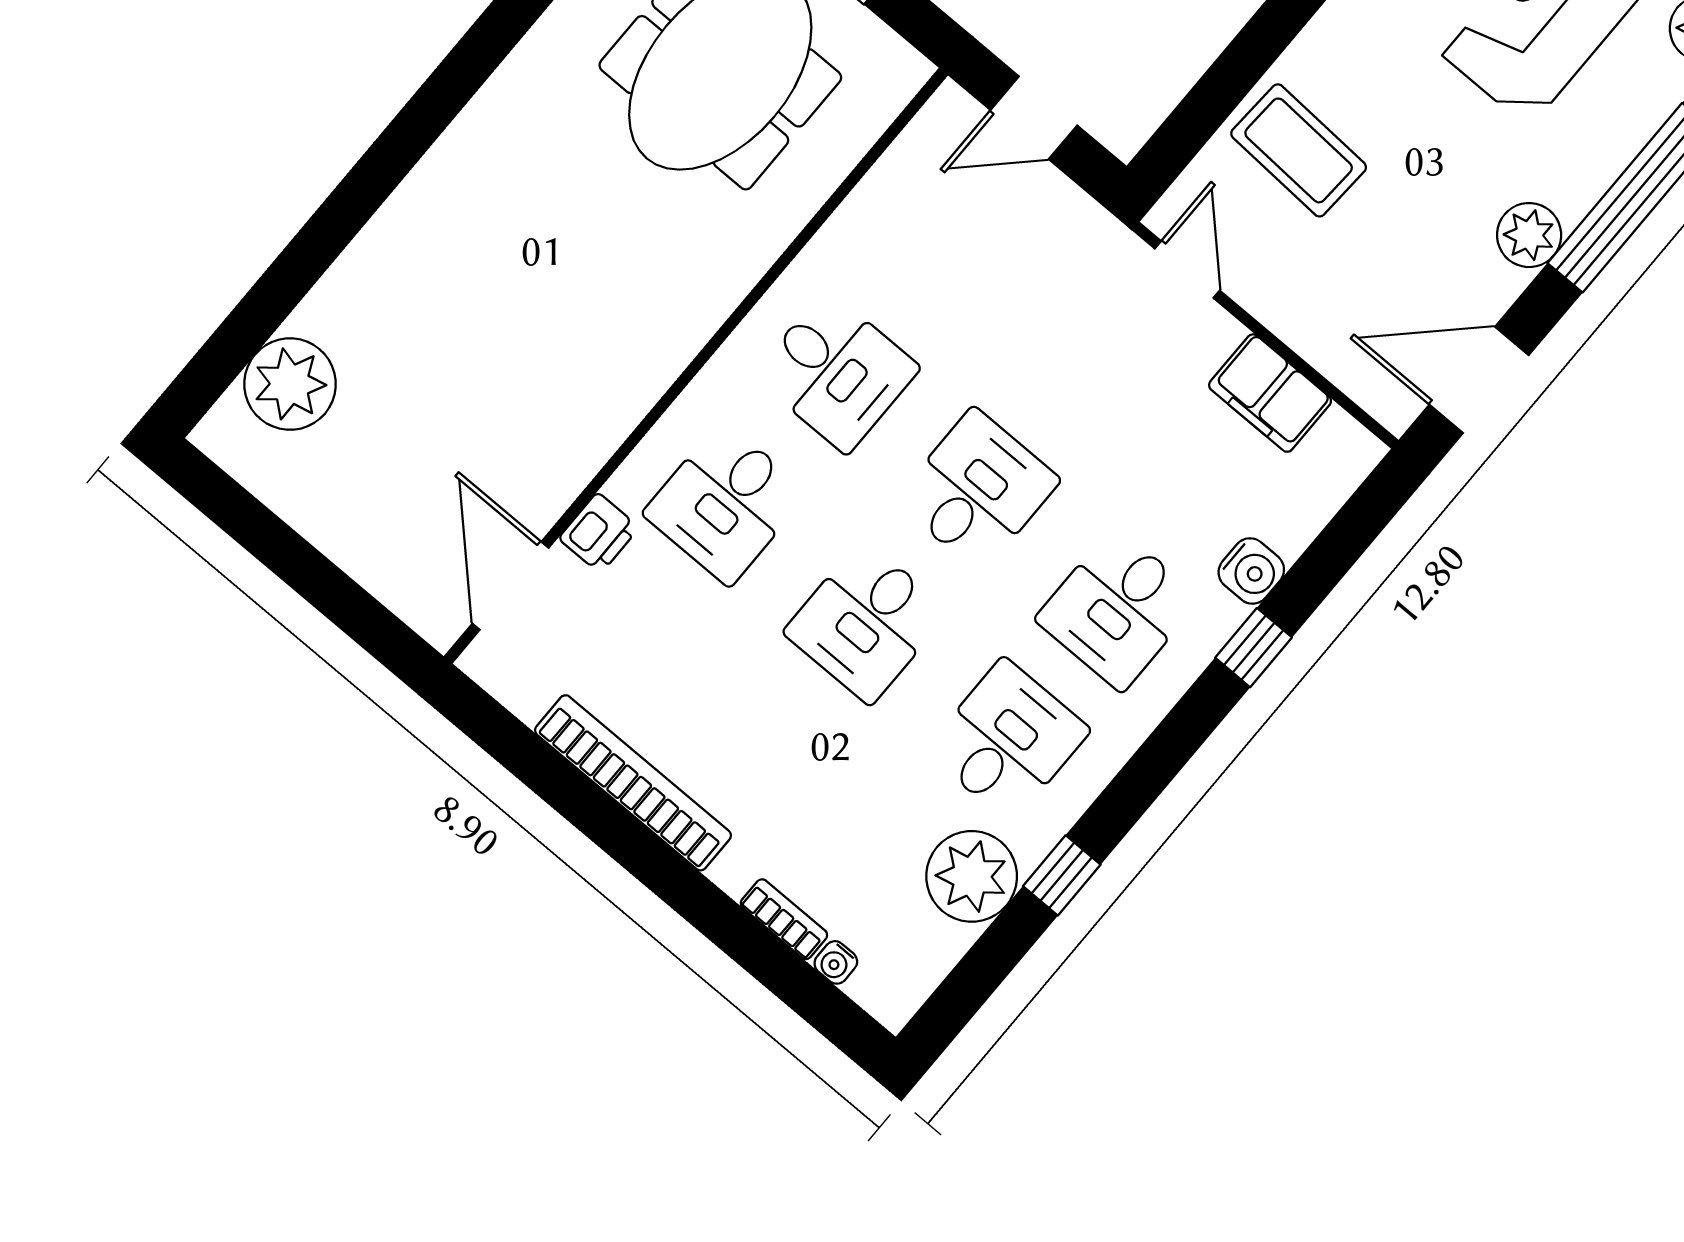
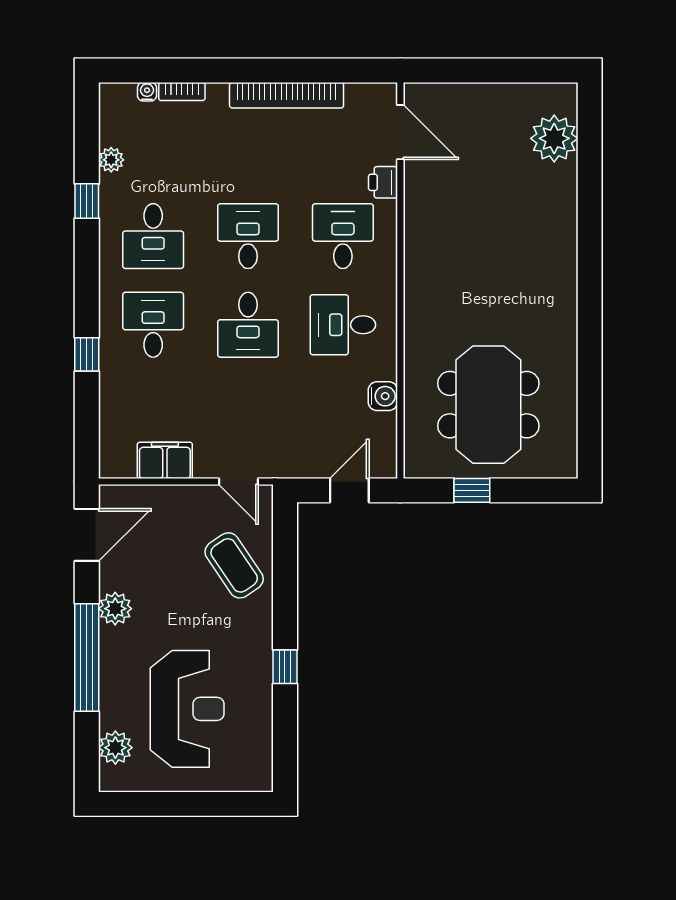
coffee table: (1299, 150) -> (234, 565), turned 53
water cooler: (1251, 571) -> (383, 396), moved, turned 180
plant: (972, 876) -> (111, 160), width x0.53, depth x0.53

